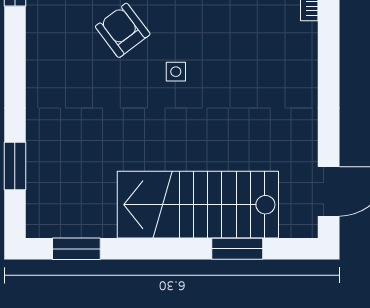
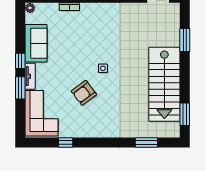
stairs: (198, 205) -> (164, 84), moved

